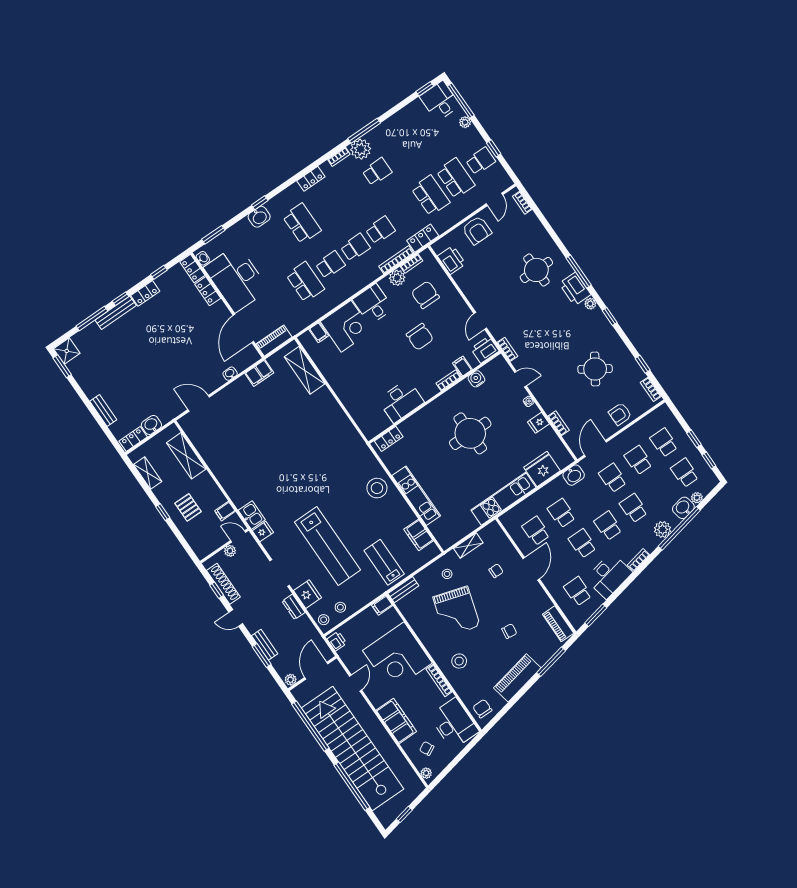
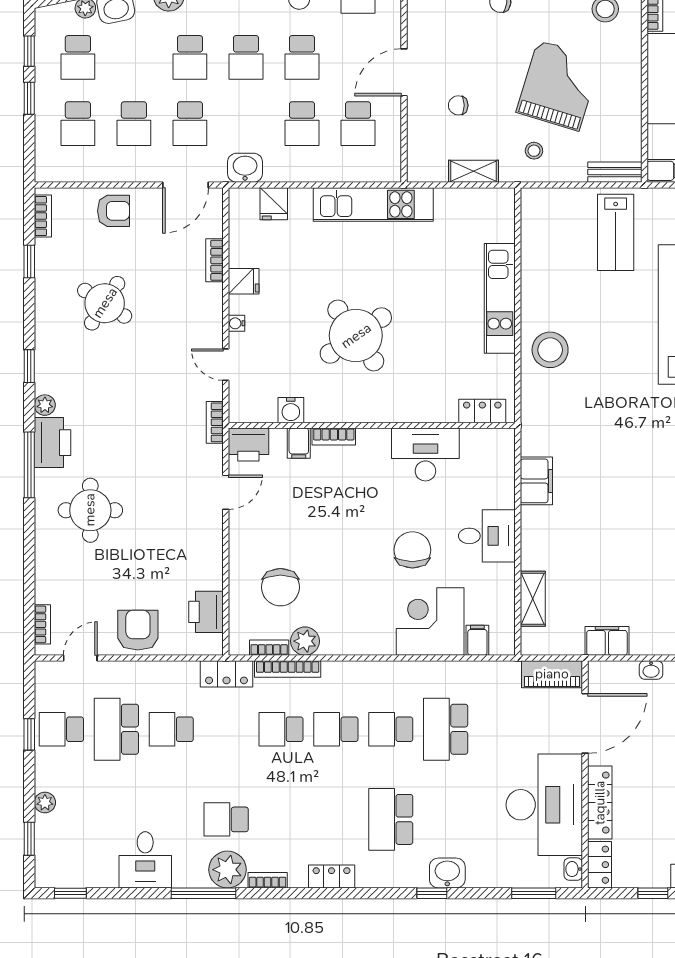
desk: (440, 101) -> (145, 860), moved
window: (461, 101) -> (29, 839), width x0.46
school desk: (430, 195) -> (171, 729), width x0.54
locker: (208, 291) -> (600, 803), width x1.53
desk: (373, 304) -> (487, 536), moved, turned -90
chair: (420, 337) -> (412, 550), moved
shelving: (305, 370) -> (533, 599), width x0.67, depth x0.75
round table: (470, 433) -> (356, 336), turned -35
fridge: (542, 469) -> (274, 204), width x0.53, depth x0.75
filing cabinet: (419, 535) -> (536, 481), moved

